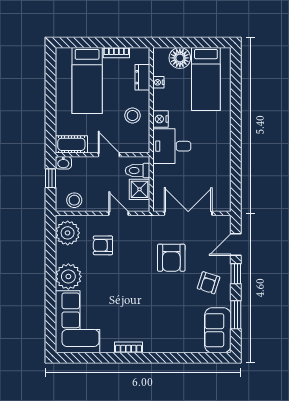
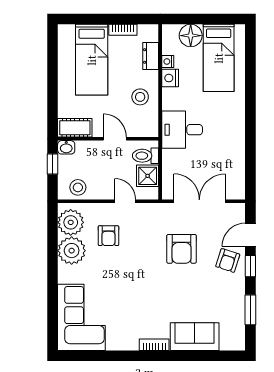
nightstand: (161, 119) -> (170, 78), moved
armchair: (103, 245) -> (108, 236), turned -90
plant: (68, 276) -> (72, 251), moved
armchair: (209, 283) -> (228, 260), moved
sofa: (218, 330) -> (195, 337), moved, turned 90
bookcase: (128, 347) -> (154, 345), moved

